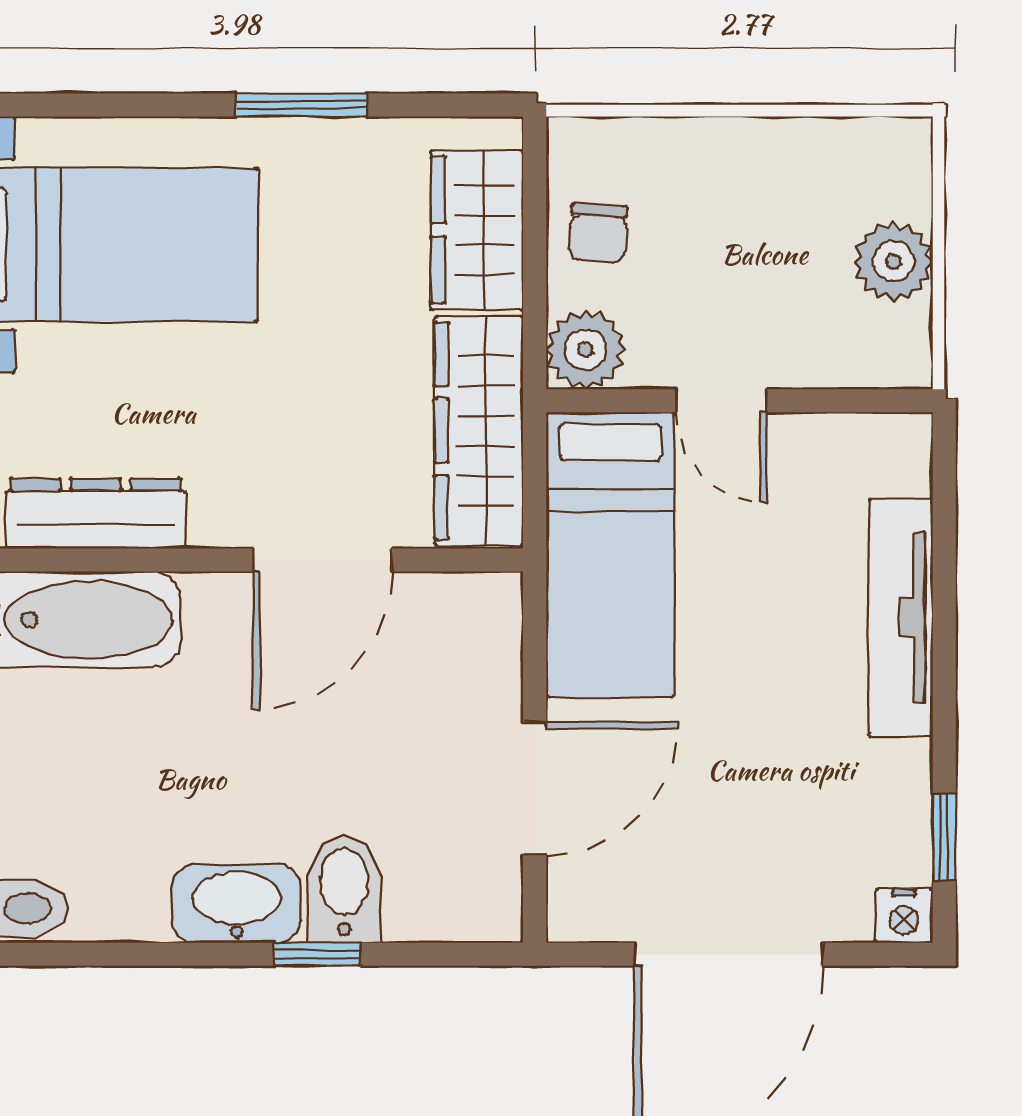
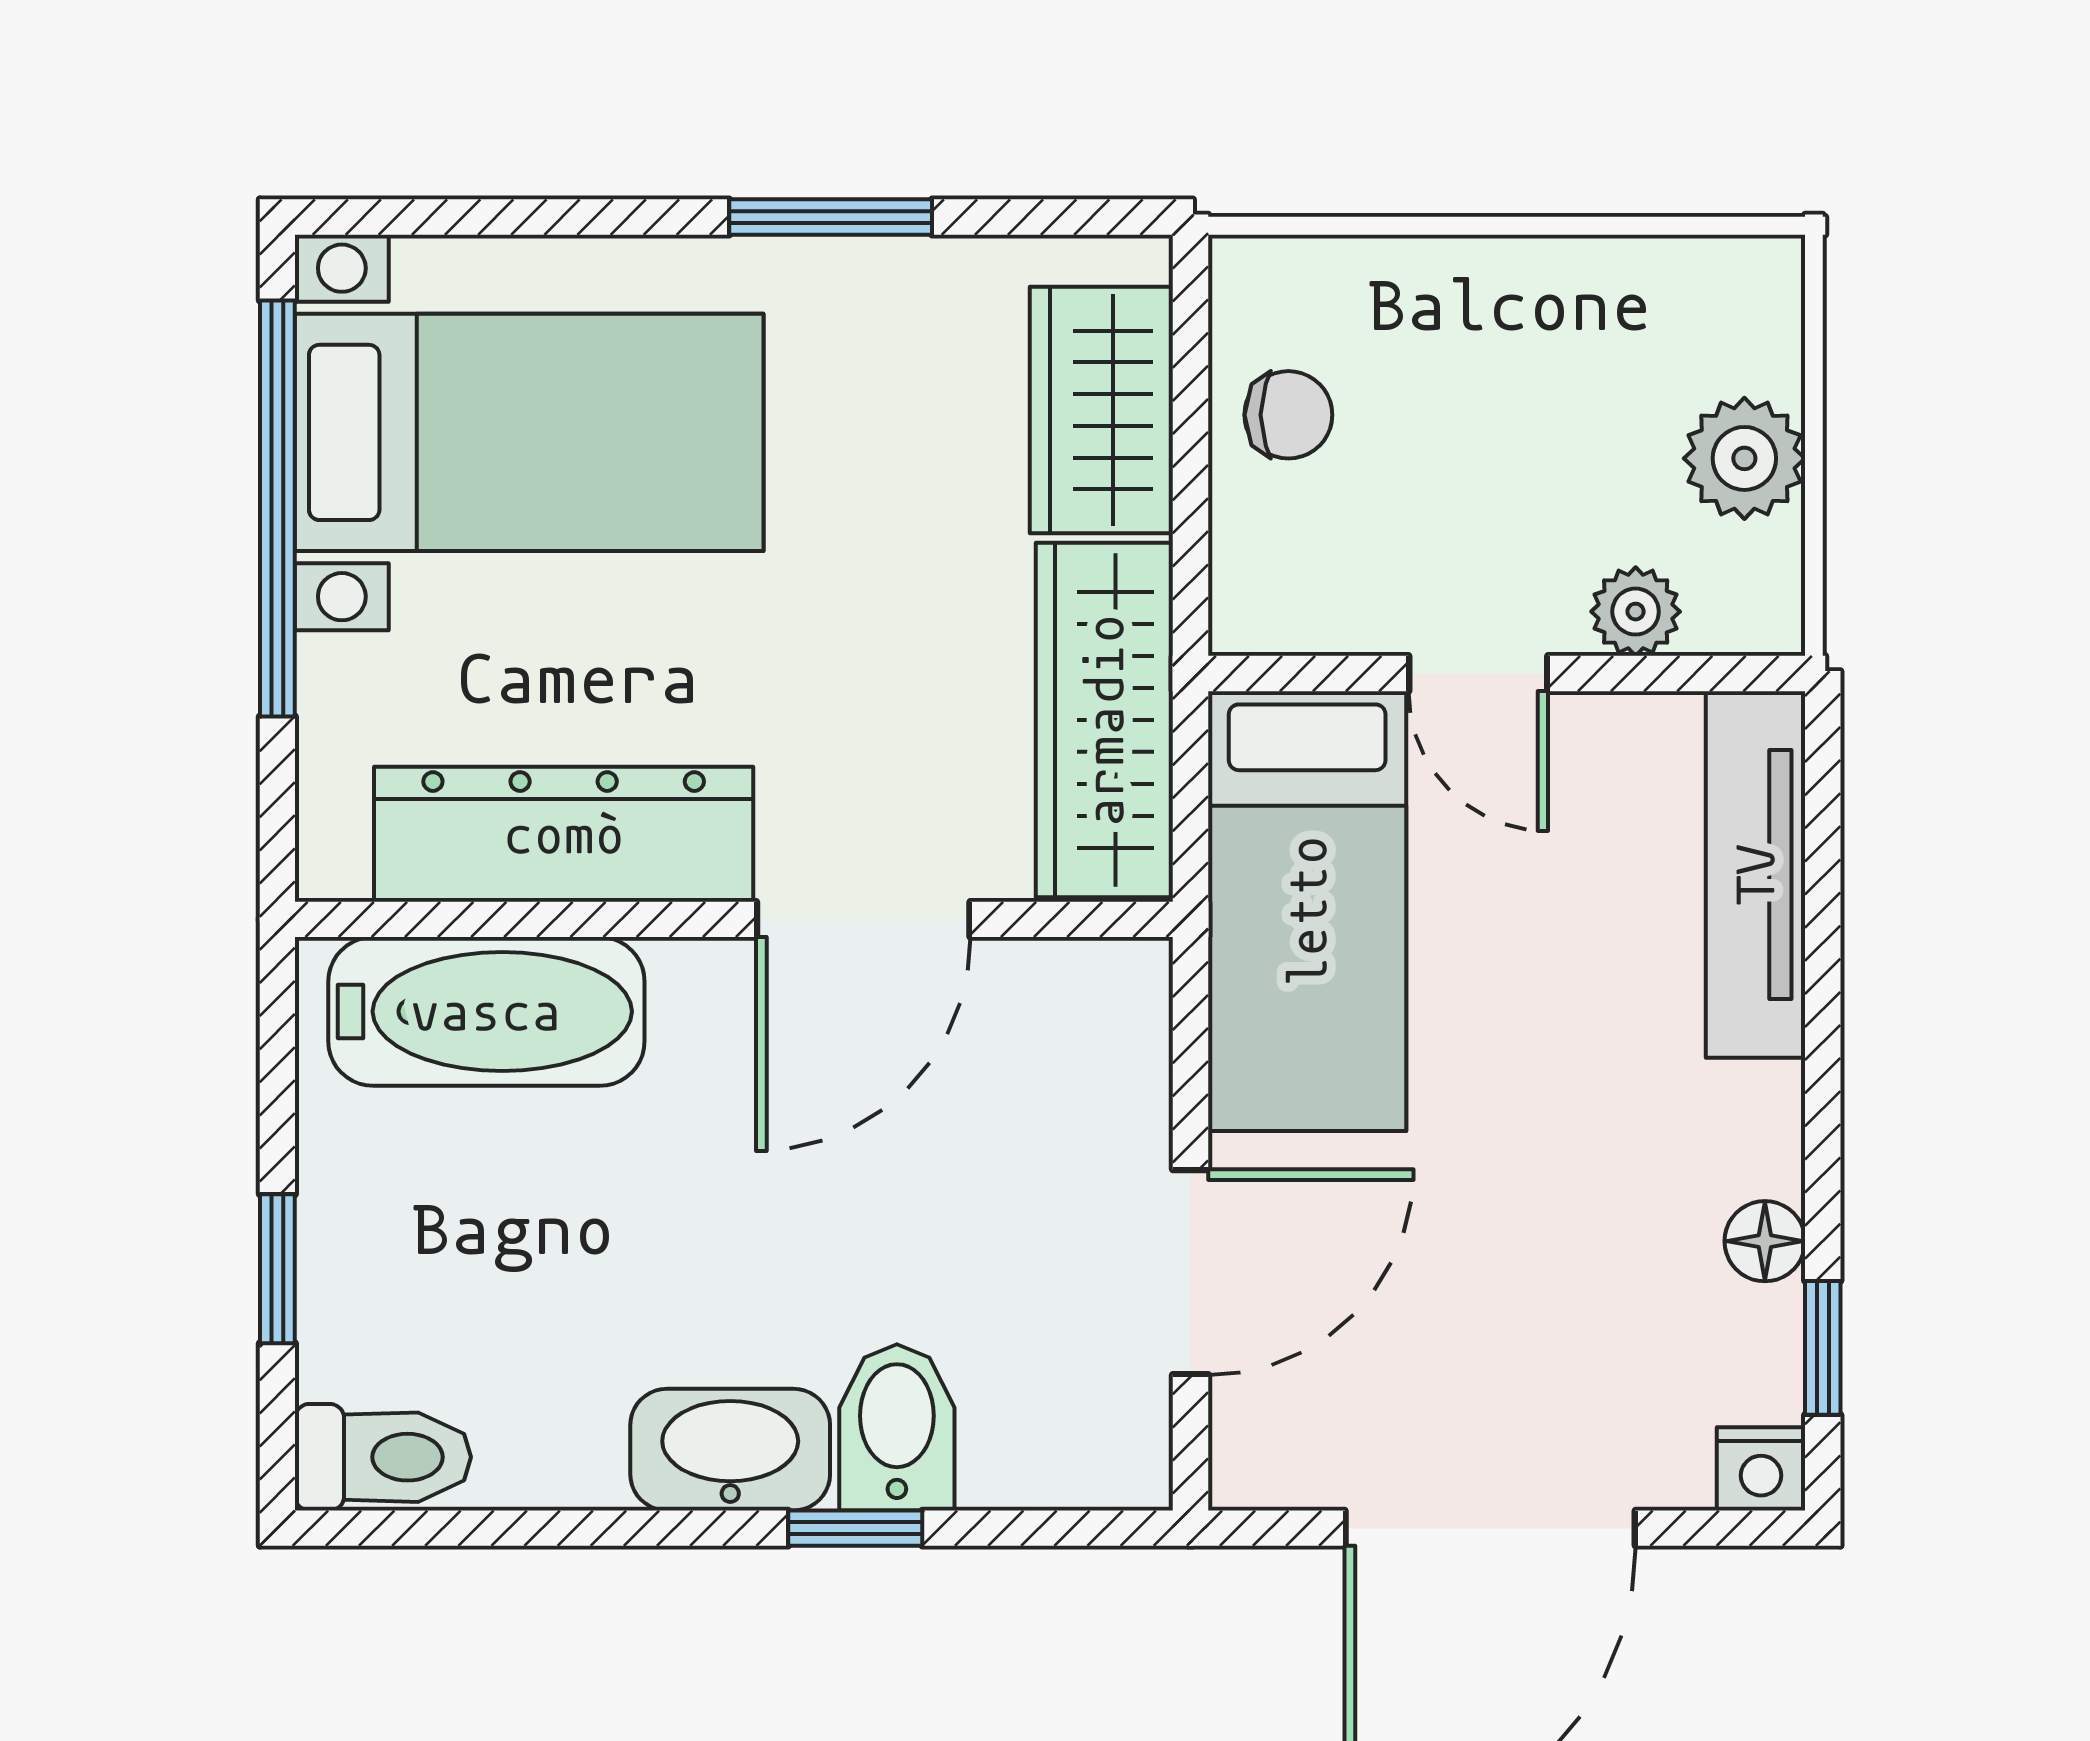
chair: (598, 233) -> (1288, 415), turned -93
plant: (586, 350) -> (1636, 612), moved, width x0.73, depth x0.73
dresser: (96, 513) -> (564, 834), width x1.37, depth x1.24
tv unit: (901, 617) -> (1755, 875), moved
floor lamp: (907, 768) -> (1765, 1241), added

